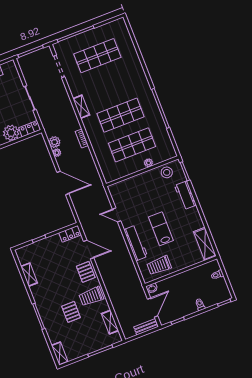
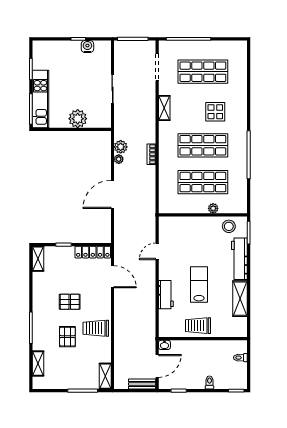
display table: (120, 84) -> (215, 112), added
shelving: (81, 107) -> (164, 108), moved
locker: (30, 129) -> (99, 122), removed
door: (63, 183) -> (112, 194), swing flipped
workbench: (185, 195) -> (239, 259), width x1.38
door: (117, 215) -> (157, 251), hinge flipped
locker: (70, 234) -> (93, 252), width x1.53
workbench: (136, 243) -> (166, 295), width x0.73
shelving: (205, 244) -> (240, 299), moved
trolley: (159, 265) -> (198, 326), moved
pallet: (86, 272) -> (70, 302), moved, turned 90
shelving: (29, 275) -> (38, 259), moved
shelving: (110, 322) -> (105, 376), moved
shelving: (60, 353) -> (38, 363), moved

